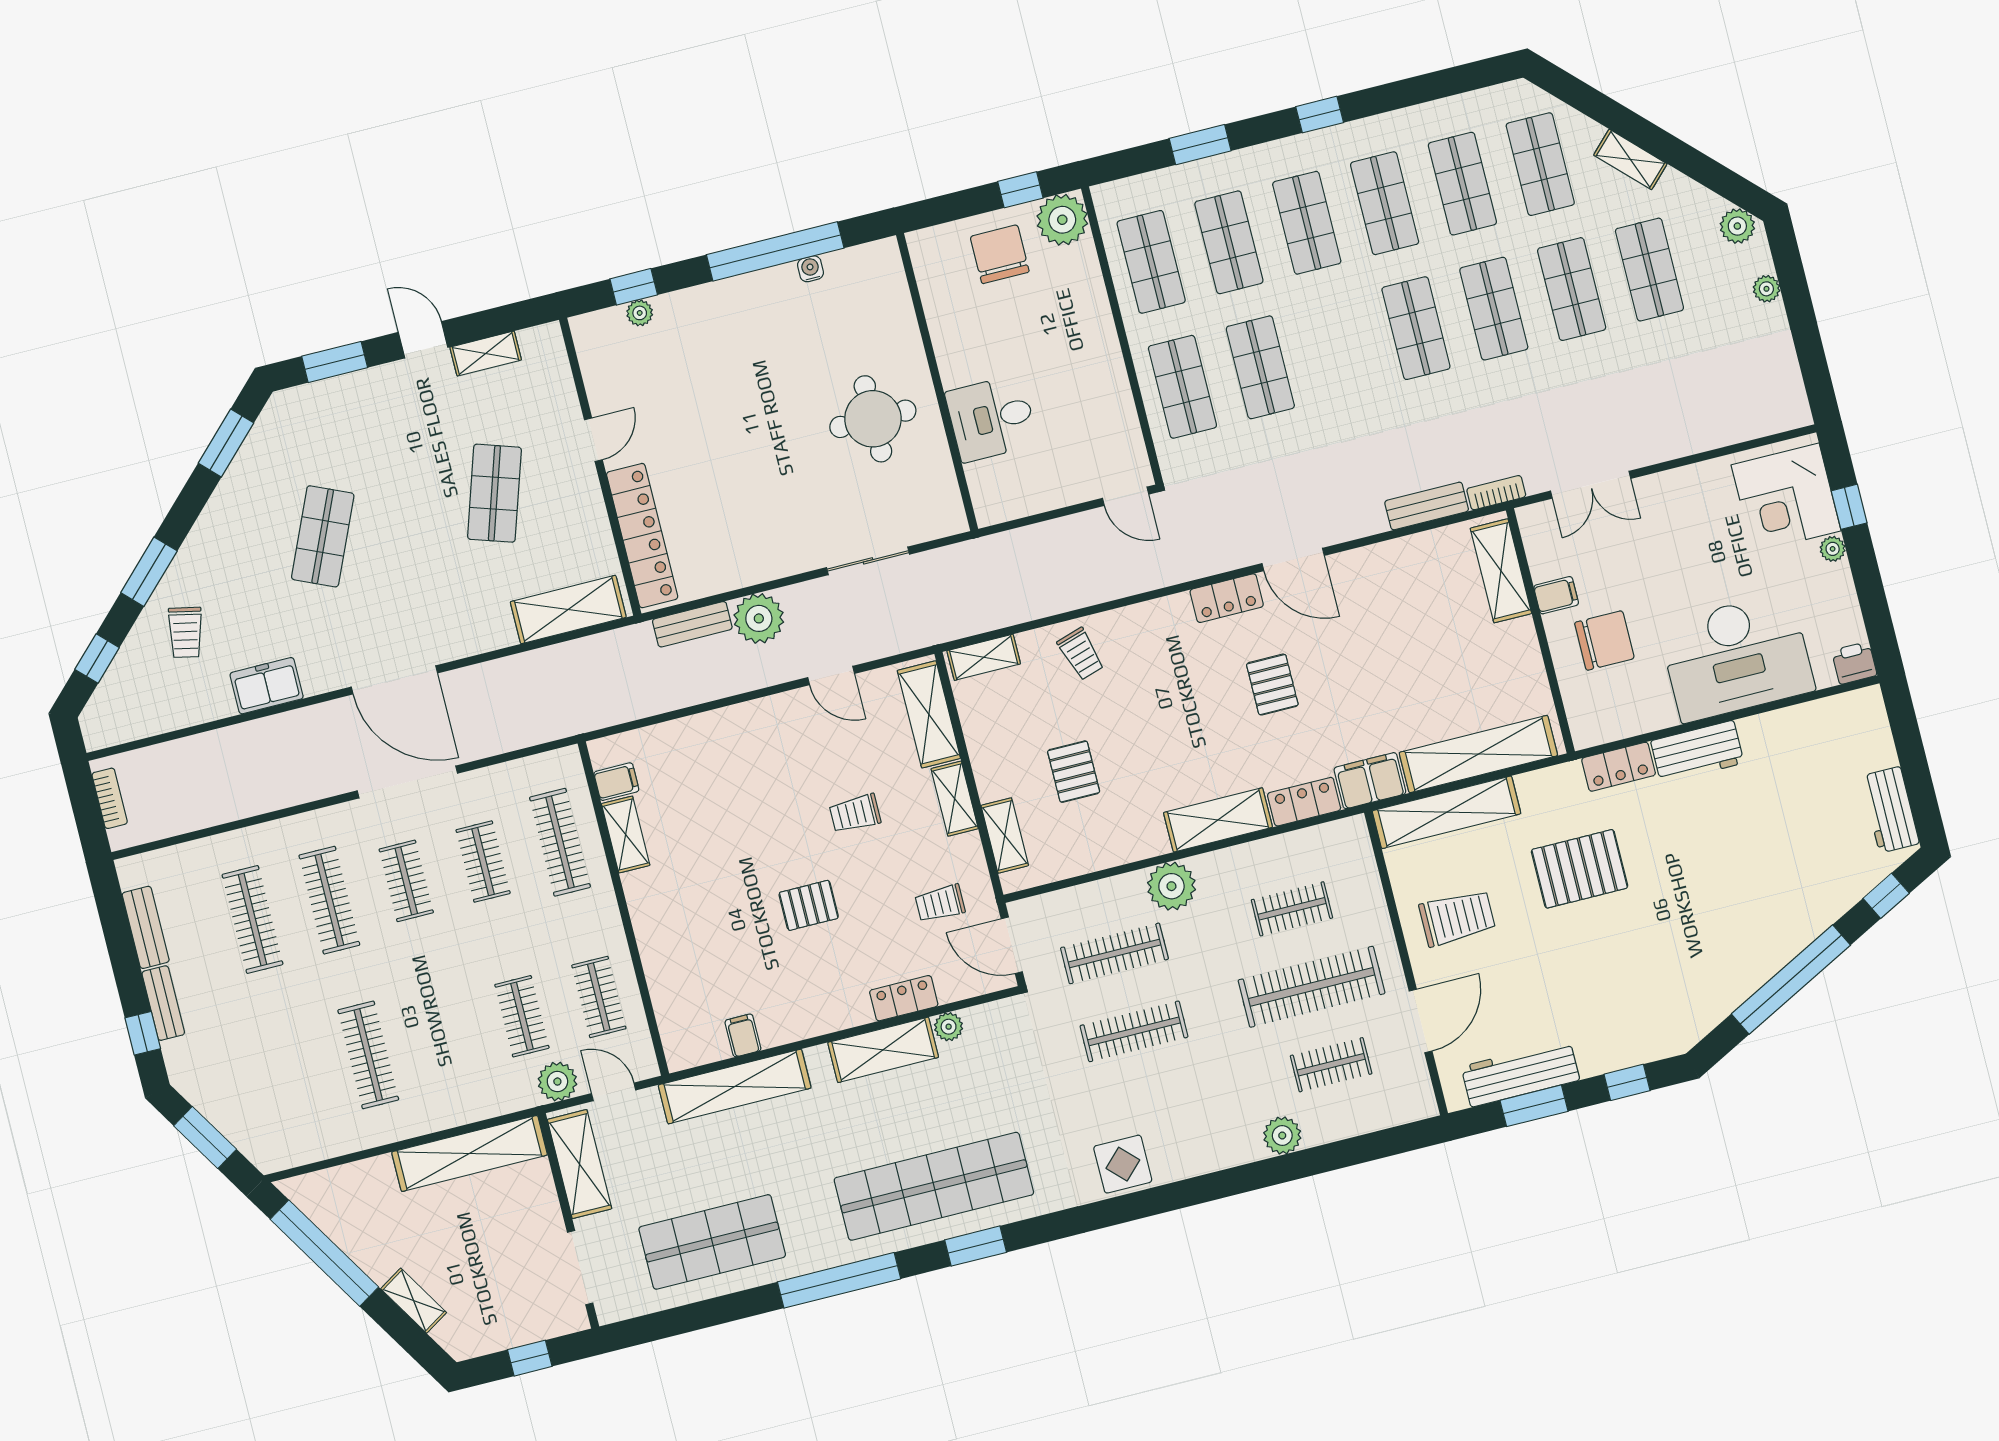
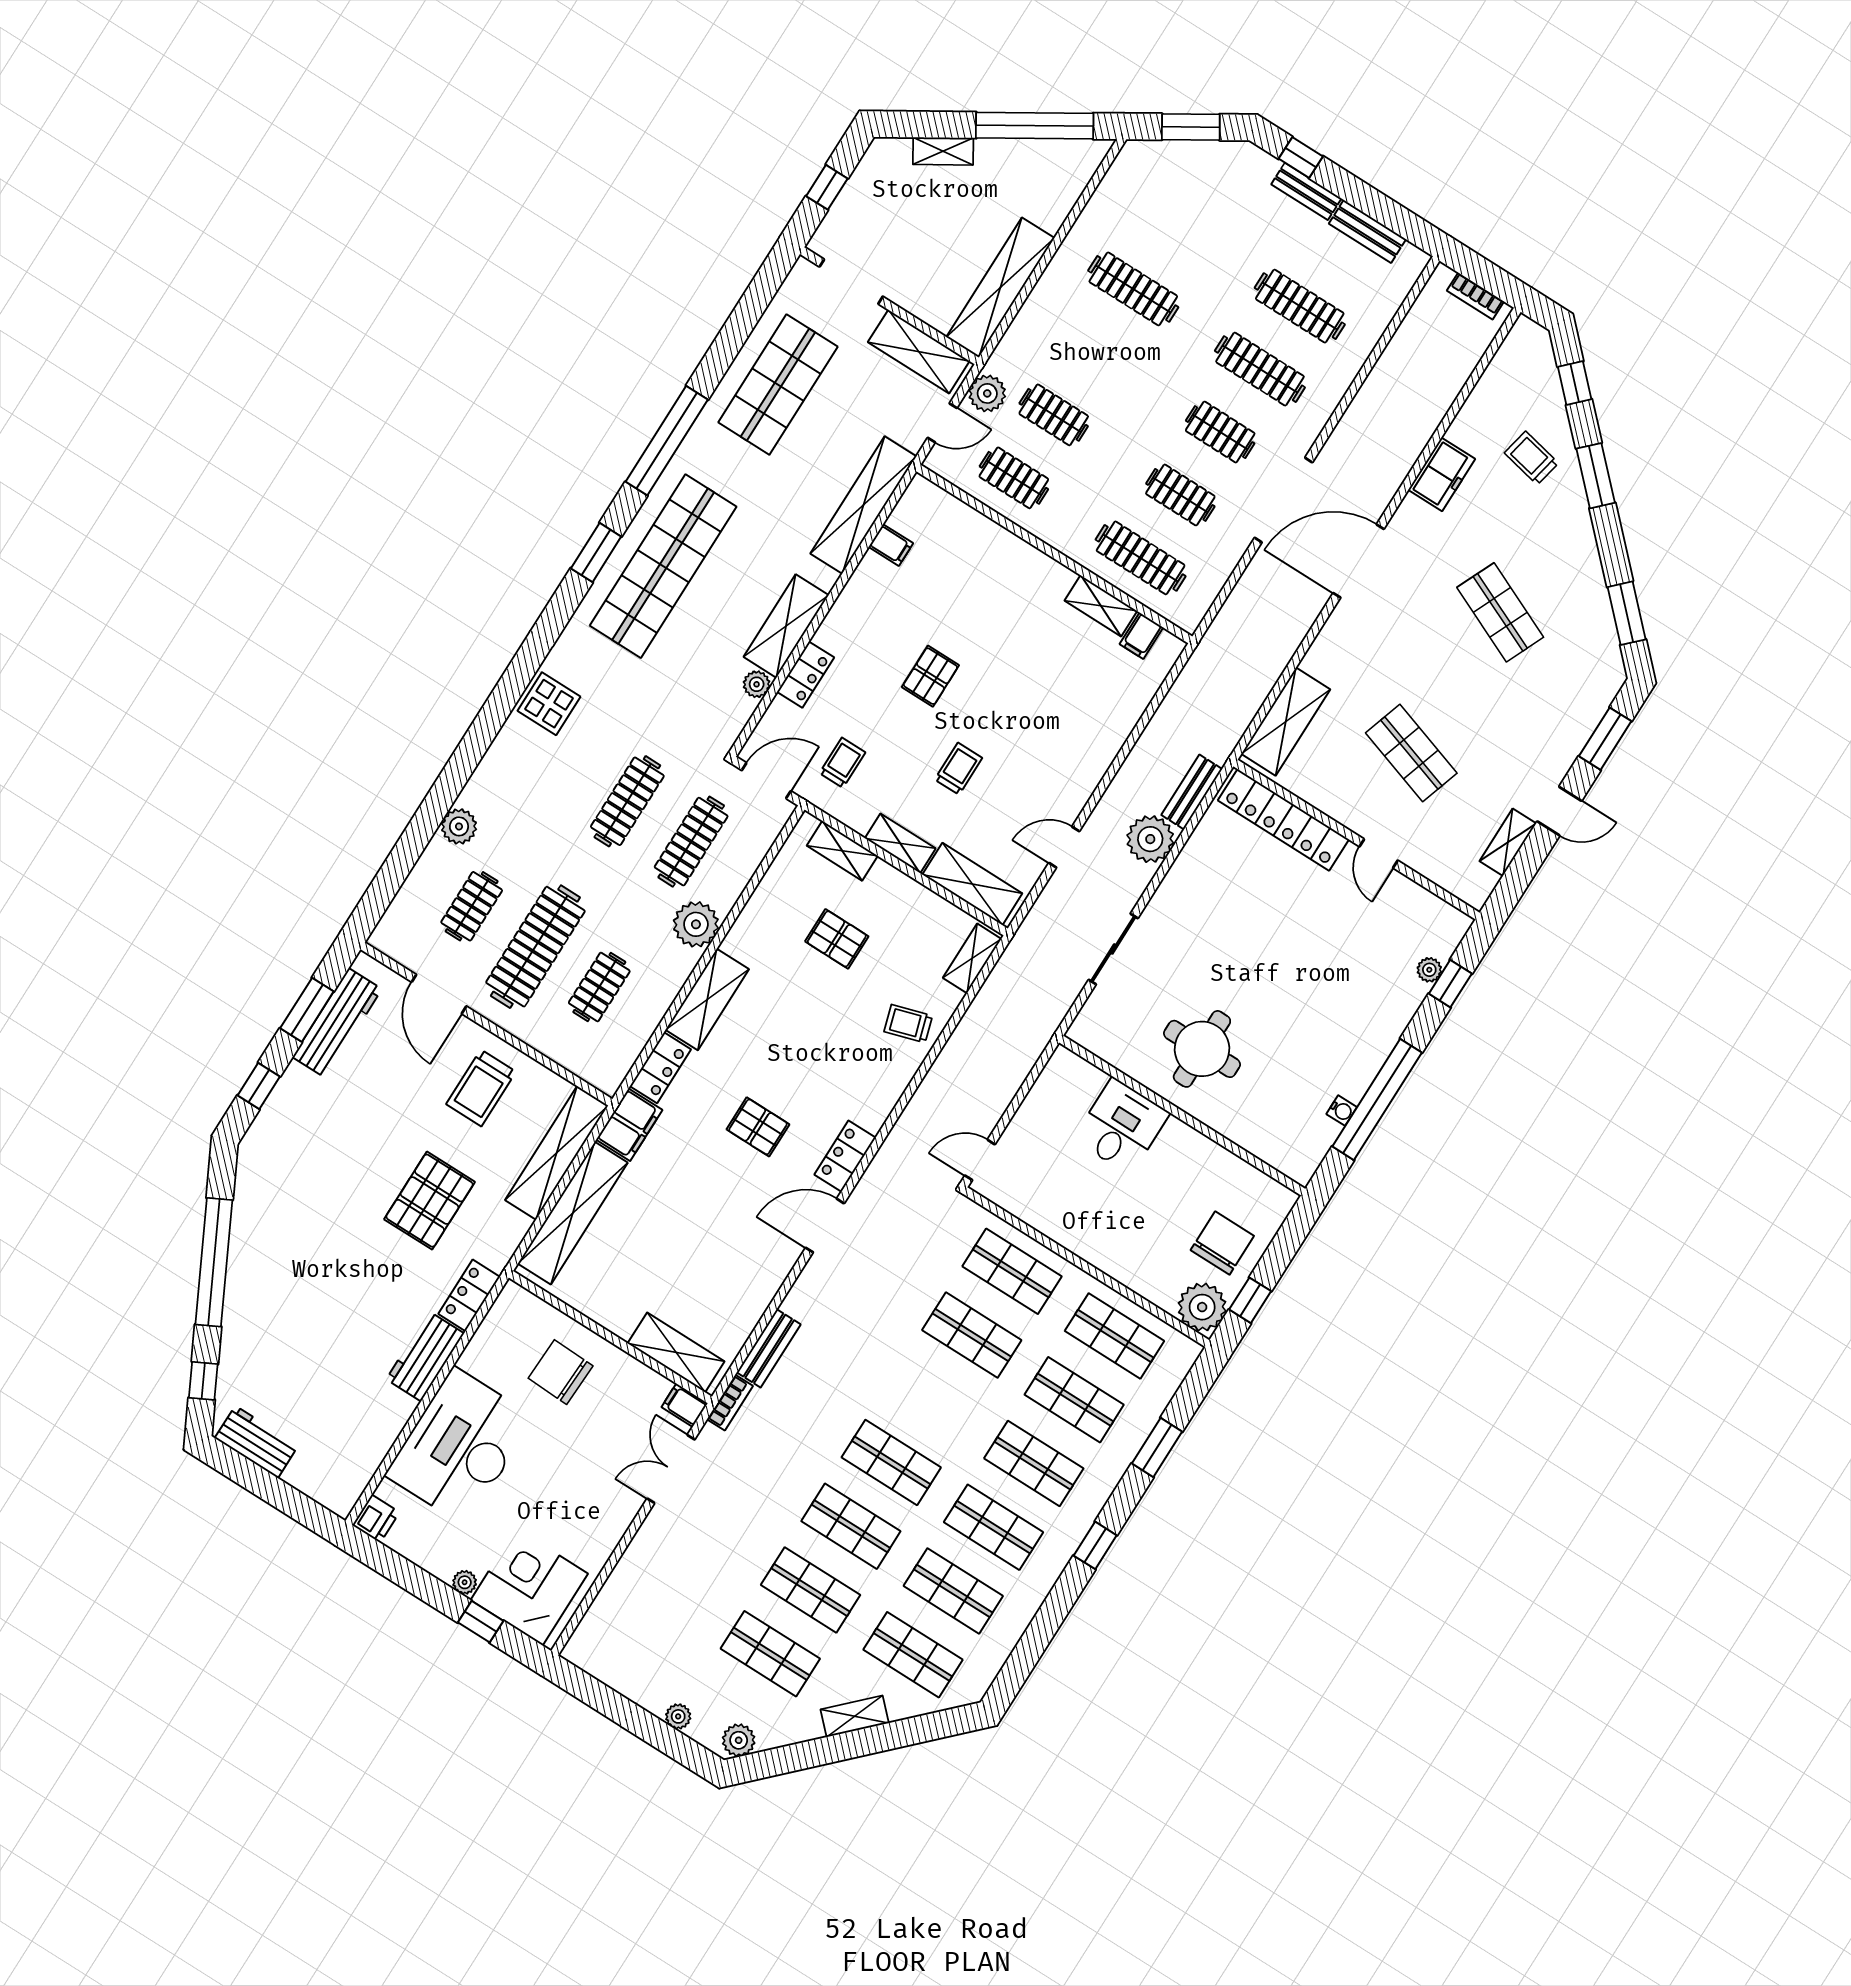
chair: (1000, 254) -> (1222, 1243), turned -90
filing cabinet: (1556, 595) -> (685, 1405), moved, turned 90
chair: (1604, 640) -> (561, 1372), turned 92

